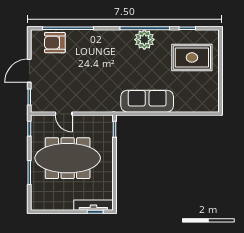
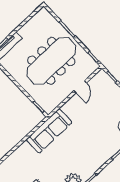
sofa: (147, 101) -> (49, 131), moved
door: (64, 114) -> (80, 87), swing flipped

